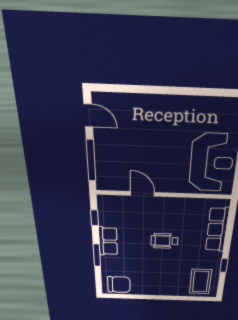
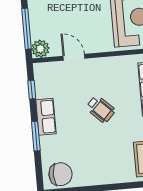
plant: (106, 182) -> (40, 49), added
wheelchair: (164, 241) -> (101, 109), turned -136

